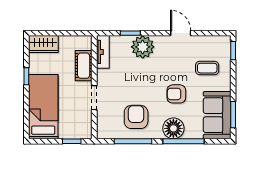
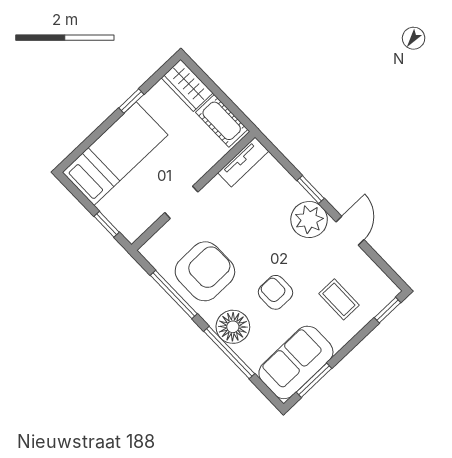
window: (130, 33) -> (311, 190), moved
plant: (143, 47) -> (309, 220), moved
cot: (84, 66) -> (222, 121), moved, turned 90
armchair: (136, 117) -> (205, 271), width x1.36, depth x1.36

